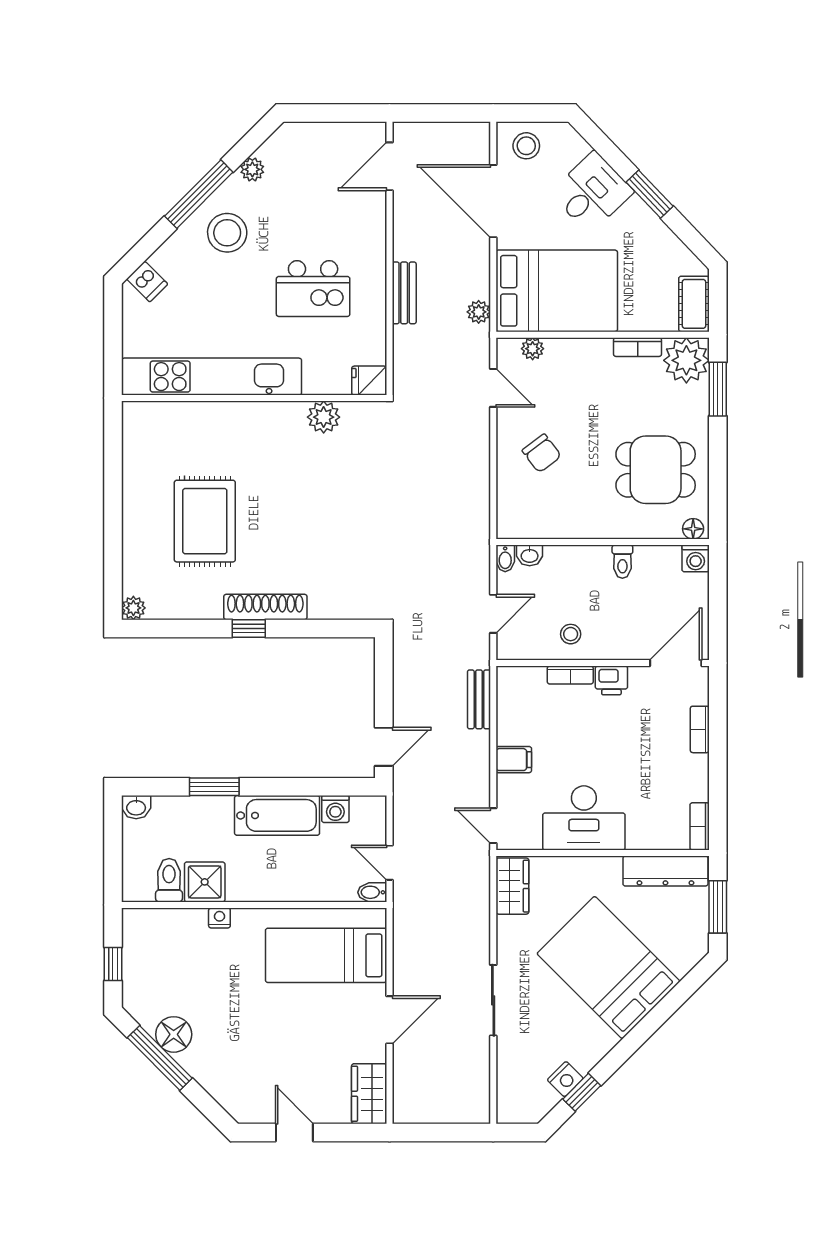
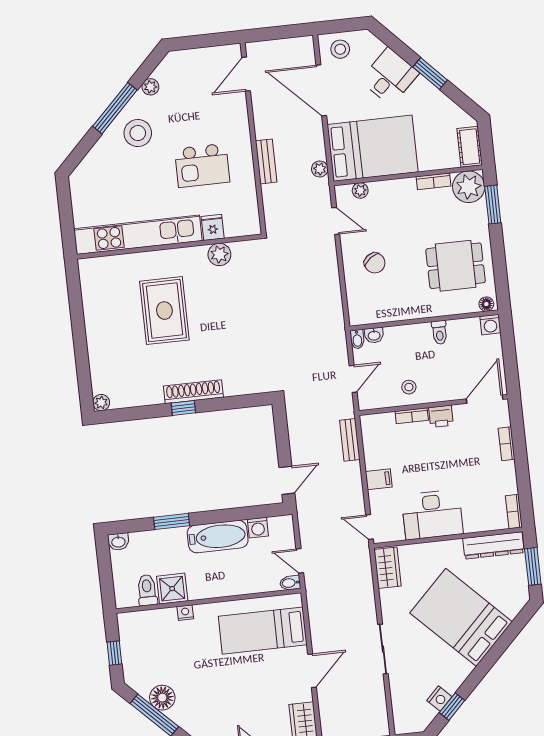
dishwasher: (147, 281) -> (86, 173), removed
fridge: (369, 381) -> (213, 227), moved, turned 90
rug: (205, 521) -> (164, 311), moved

